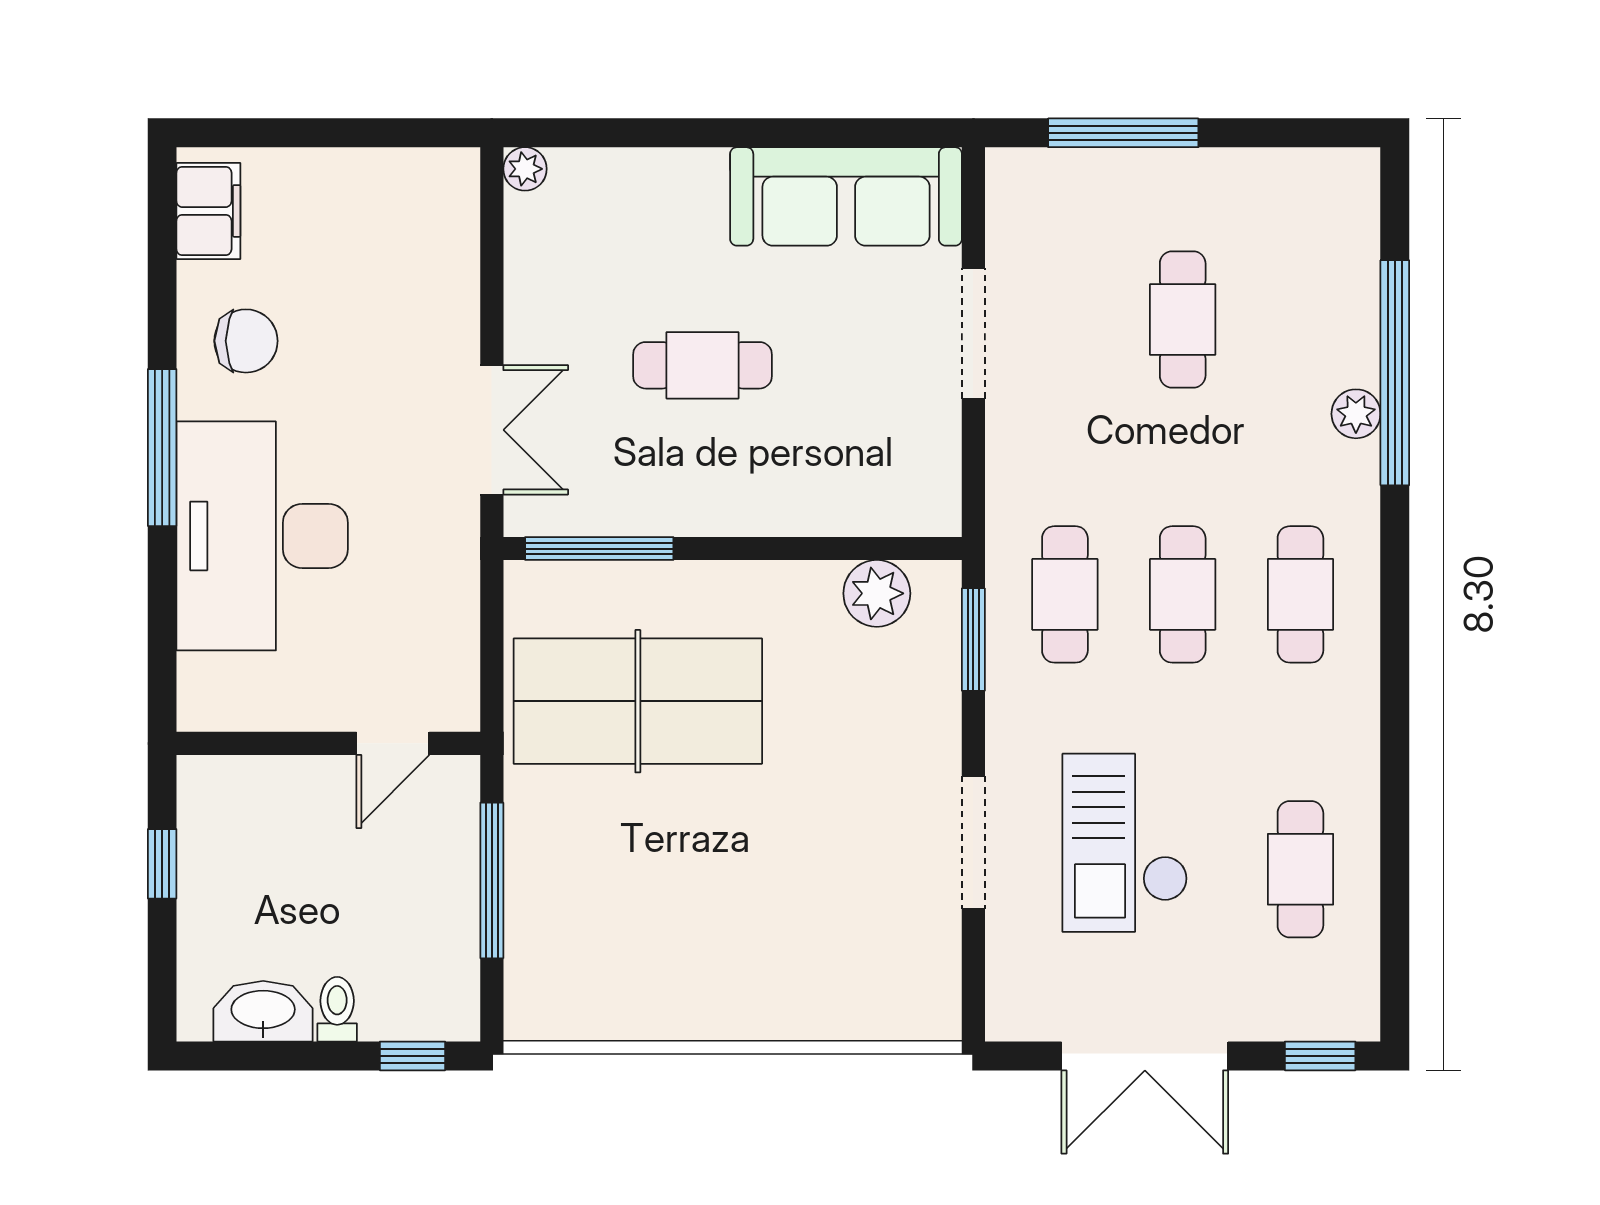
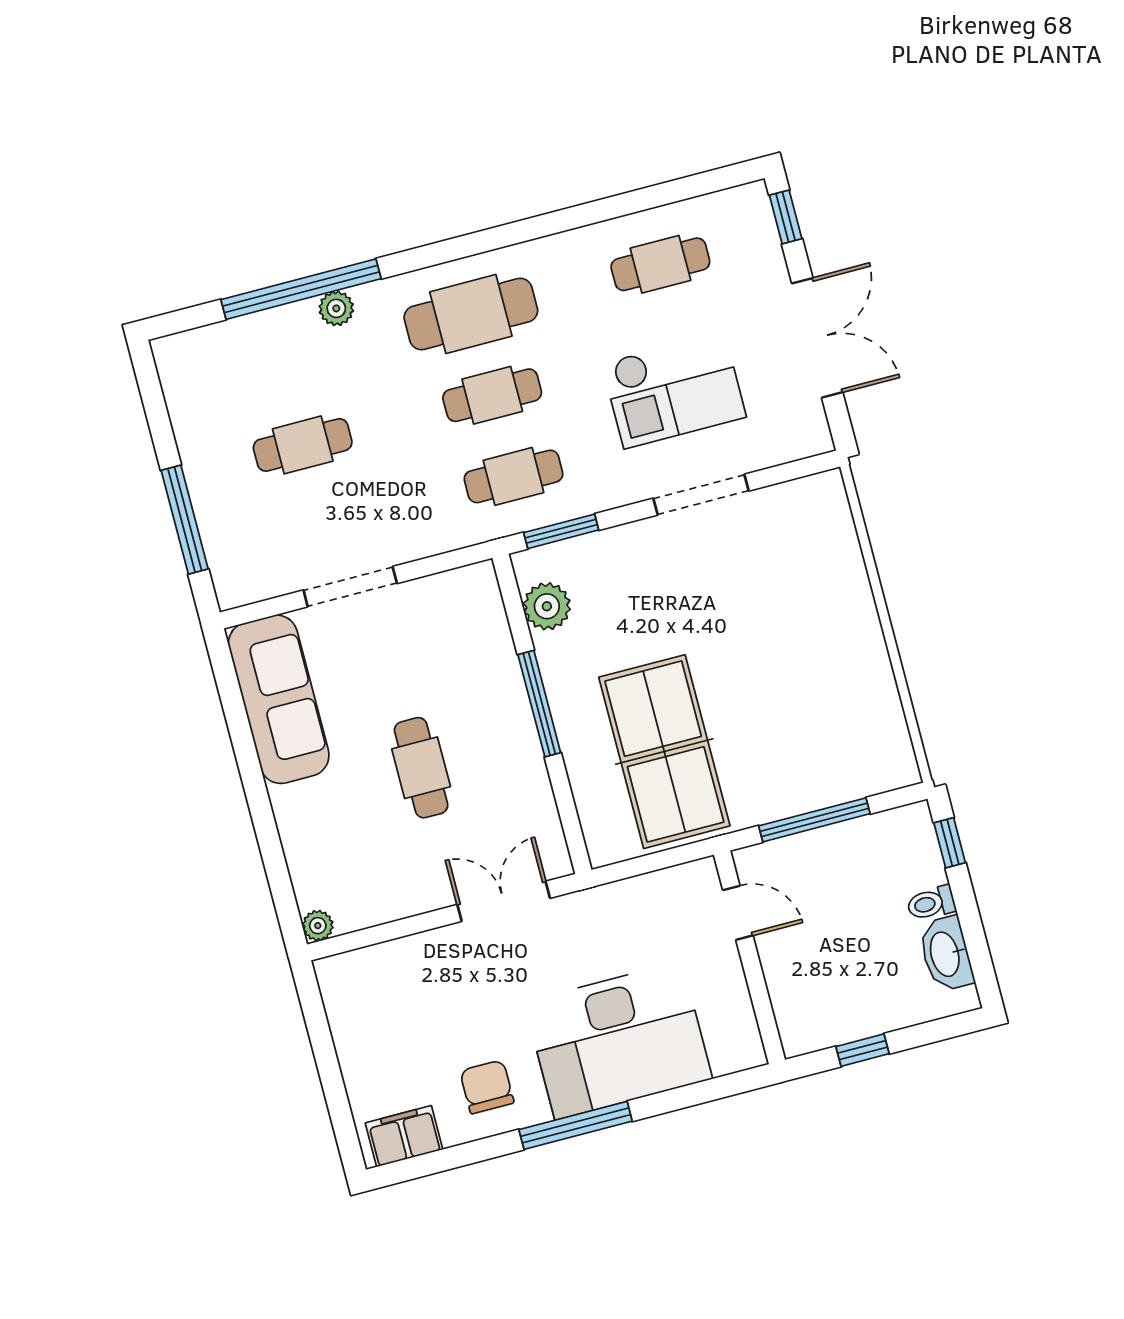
window: (599, 549) -> (539, 704), moved
cafe table: (1300, 594) -> (471, 314), width x1.37, depth x1.35

